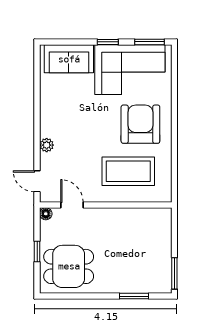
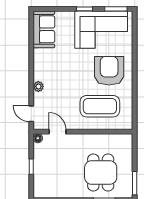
sofa: (69, 59) -> (44, 29), moved, turned -90
dining table: (69, 266) -> (101, 173), moved, turned 90

